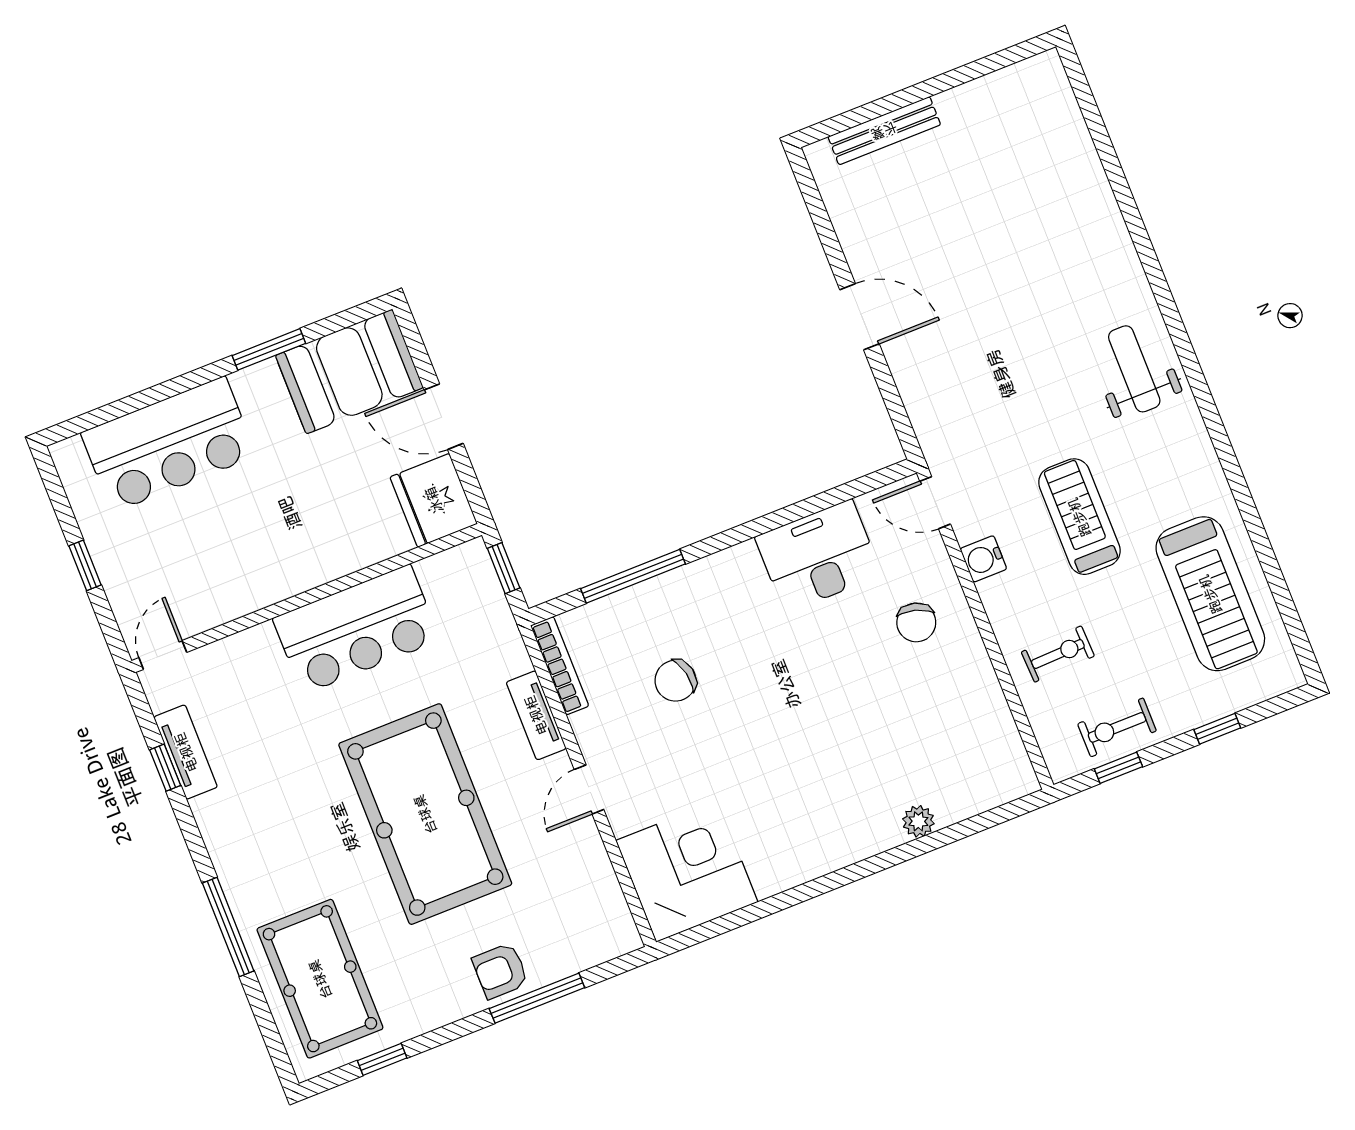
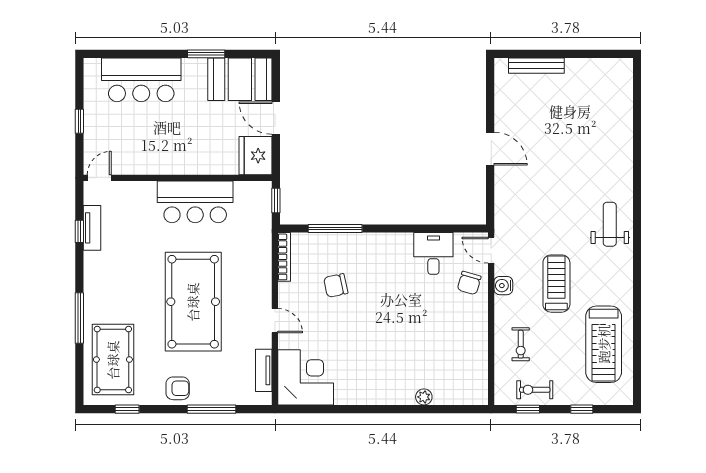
desk: (818, 556) -> (433, 253), width x0.73
chair: (916, 622) -> (469, 283), moved
exercise bike: (1058, 654) -> (521, 344), turned 92
tv unit: (536, 715) -> (264, 370), moved
door: (589, 789) -> (275, 321), swing flipped
armchair: (500, 971) -> (178, 388), moved, turned 180

